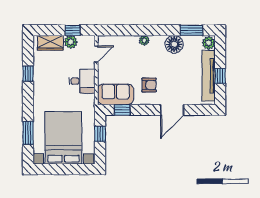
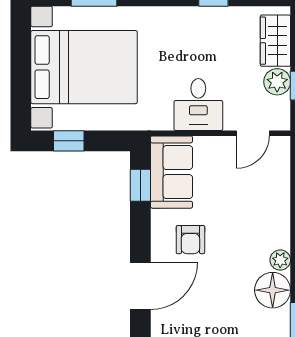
plant: (144, 40) -> (280, 260), moved
door: (96, 54) -> (253, 133), hinge flipped
door: (172, 110) -> (140, 286), swing flipped
window: (100, 134) -> (69, 141), moved

